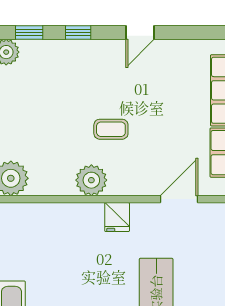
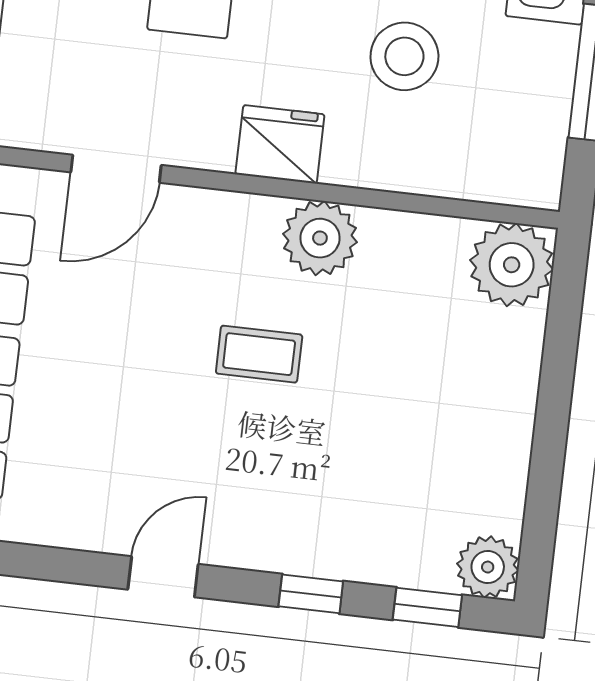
fridge: (117, 217) -> (280, 144), width x1.38
stool: (65, 259) -> (404, 56), added

